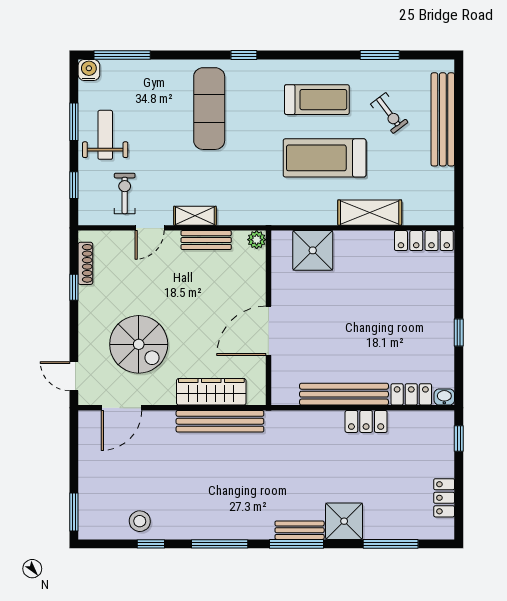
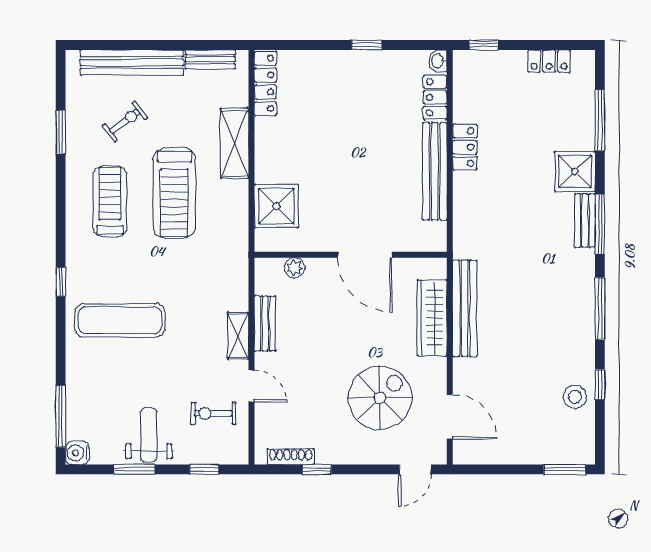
weight bench: (105, 135) -> (149, 435), turned 90
bench: (446, 190) -> (210, 59), added
plant: (257, 240) -> (294, 268), moved

